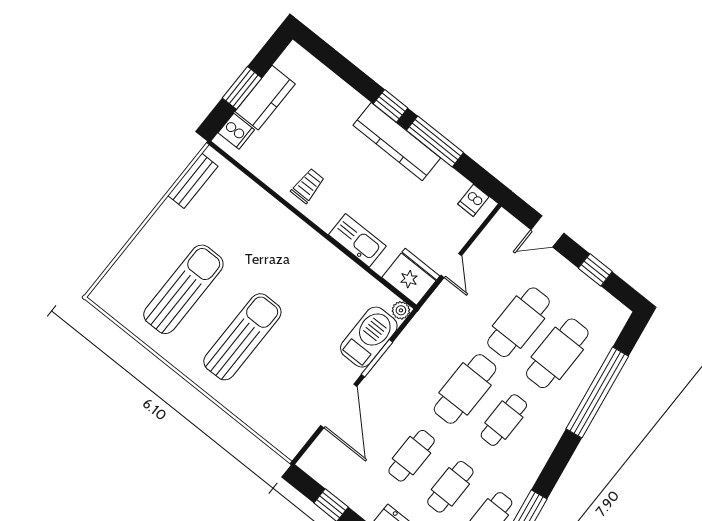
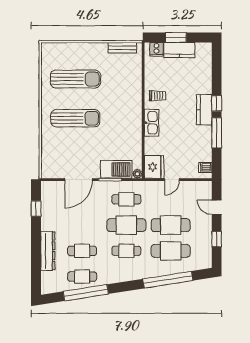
kitchen counter: (397, 142) -> (204, 110), width x0.67
kitchen sink: (357, 240) -> (152, 123), moved
cafe table: (412, 456) -> (126, 199), moved

